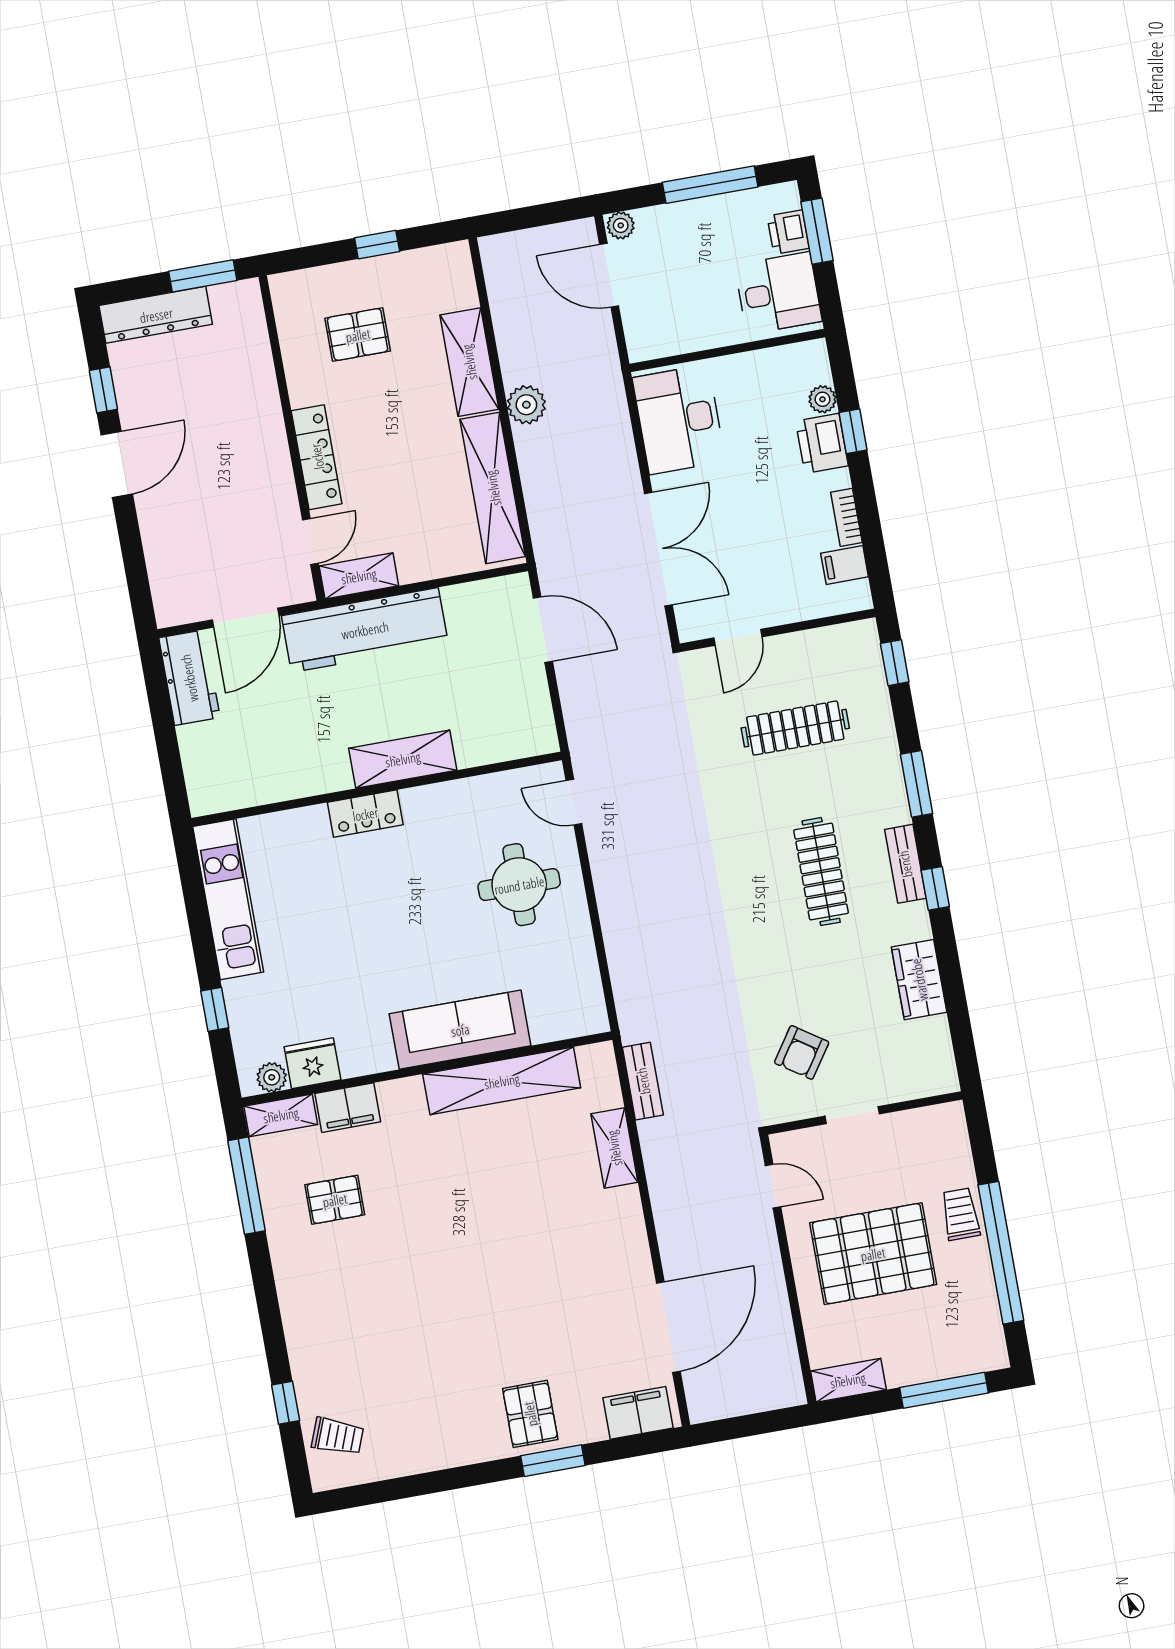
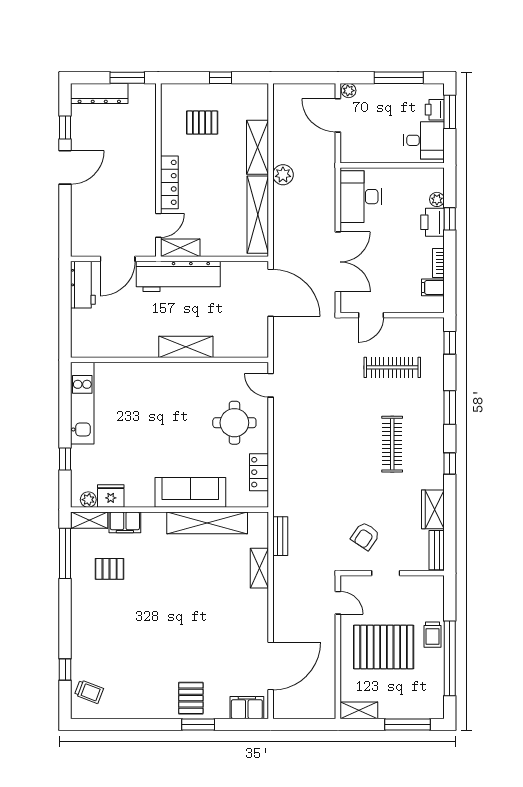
door: (543, 630) -> (271, 293), width x1.36
locker: (365, 814) -> (259, 472), moved, turned 90
bench: (905, 864) -> (437, 550), moved
trolley: (960, 1214) -> (432, 635), turned 180

